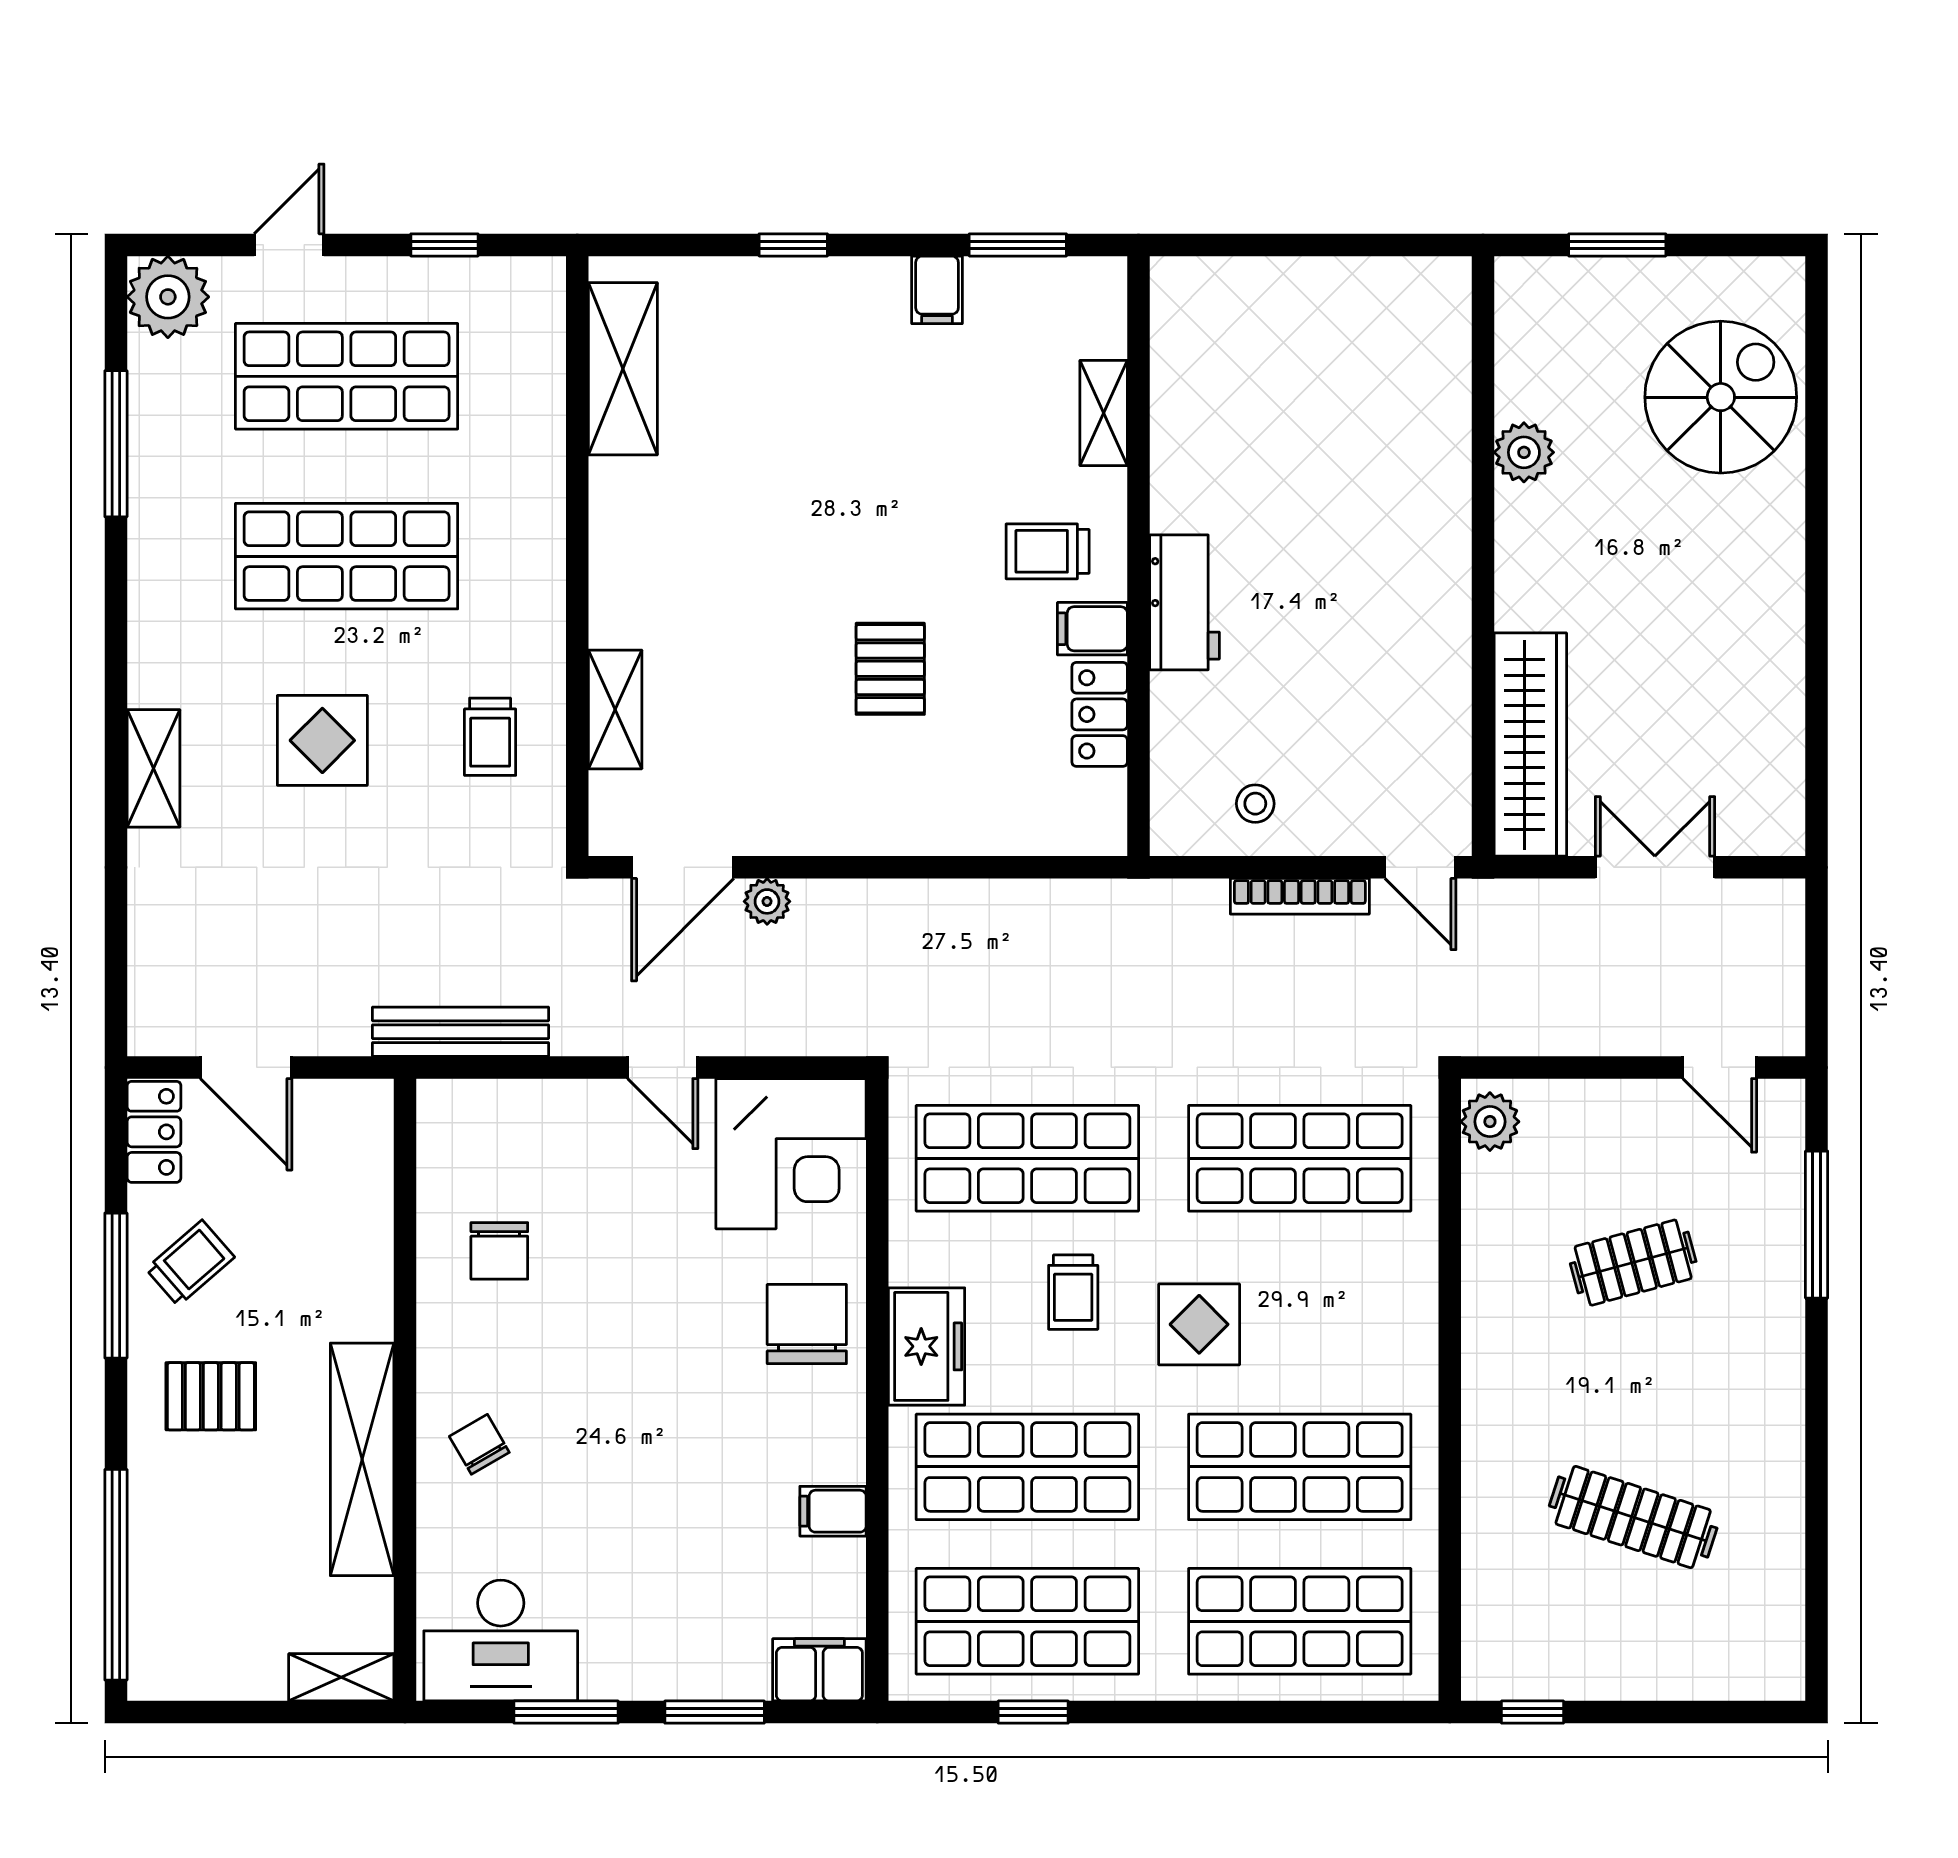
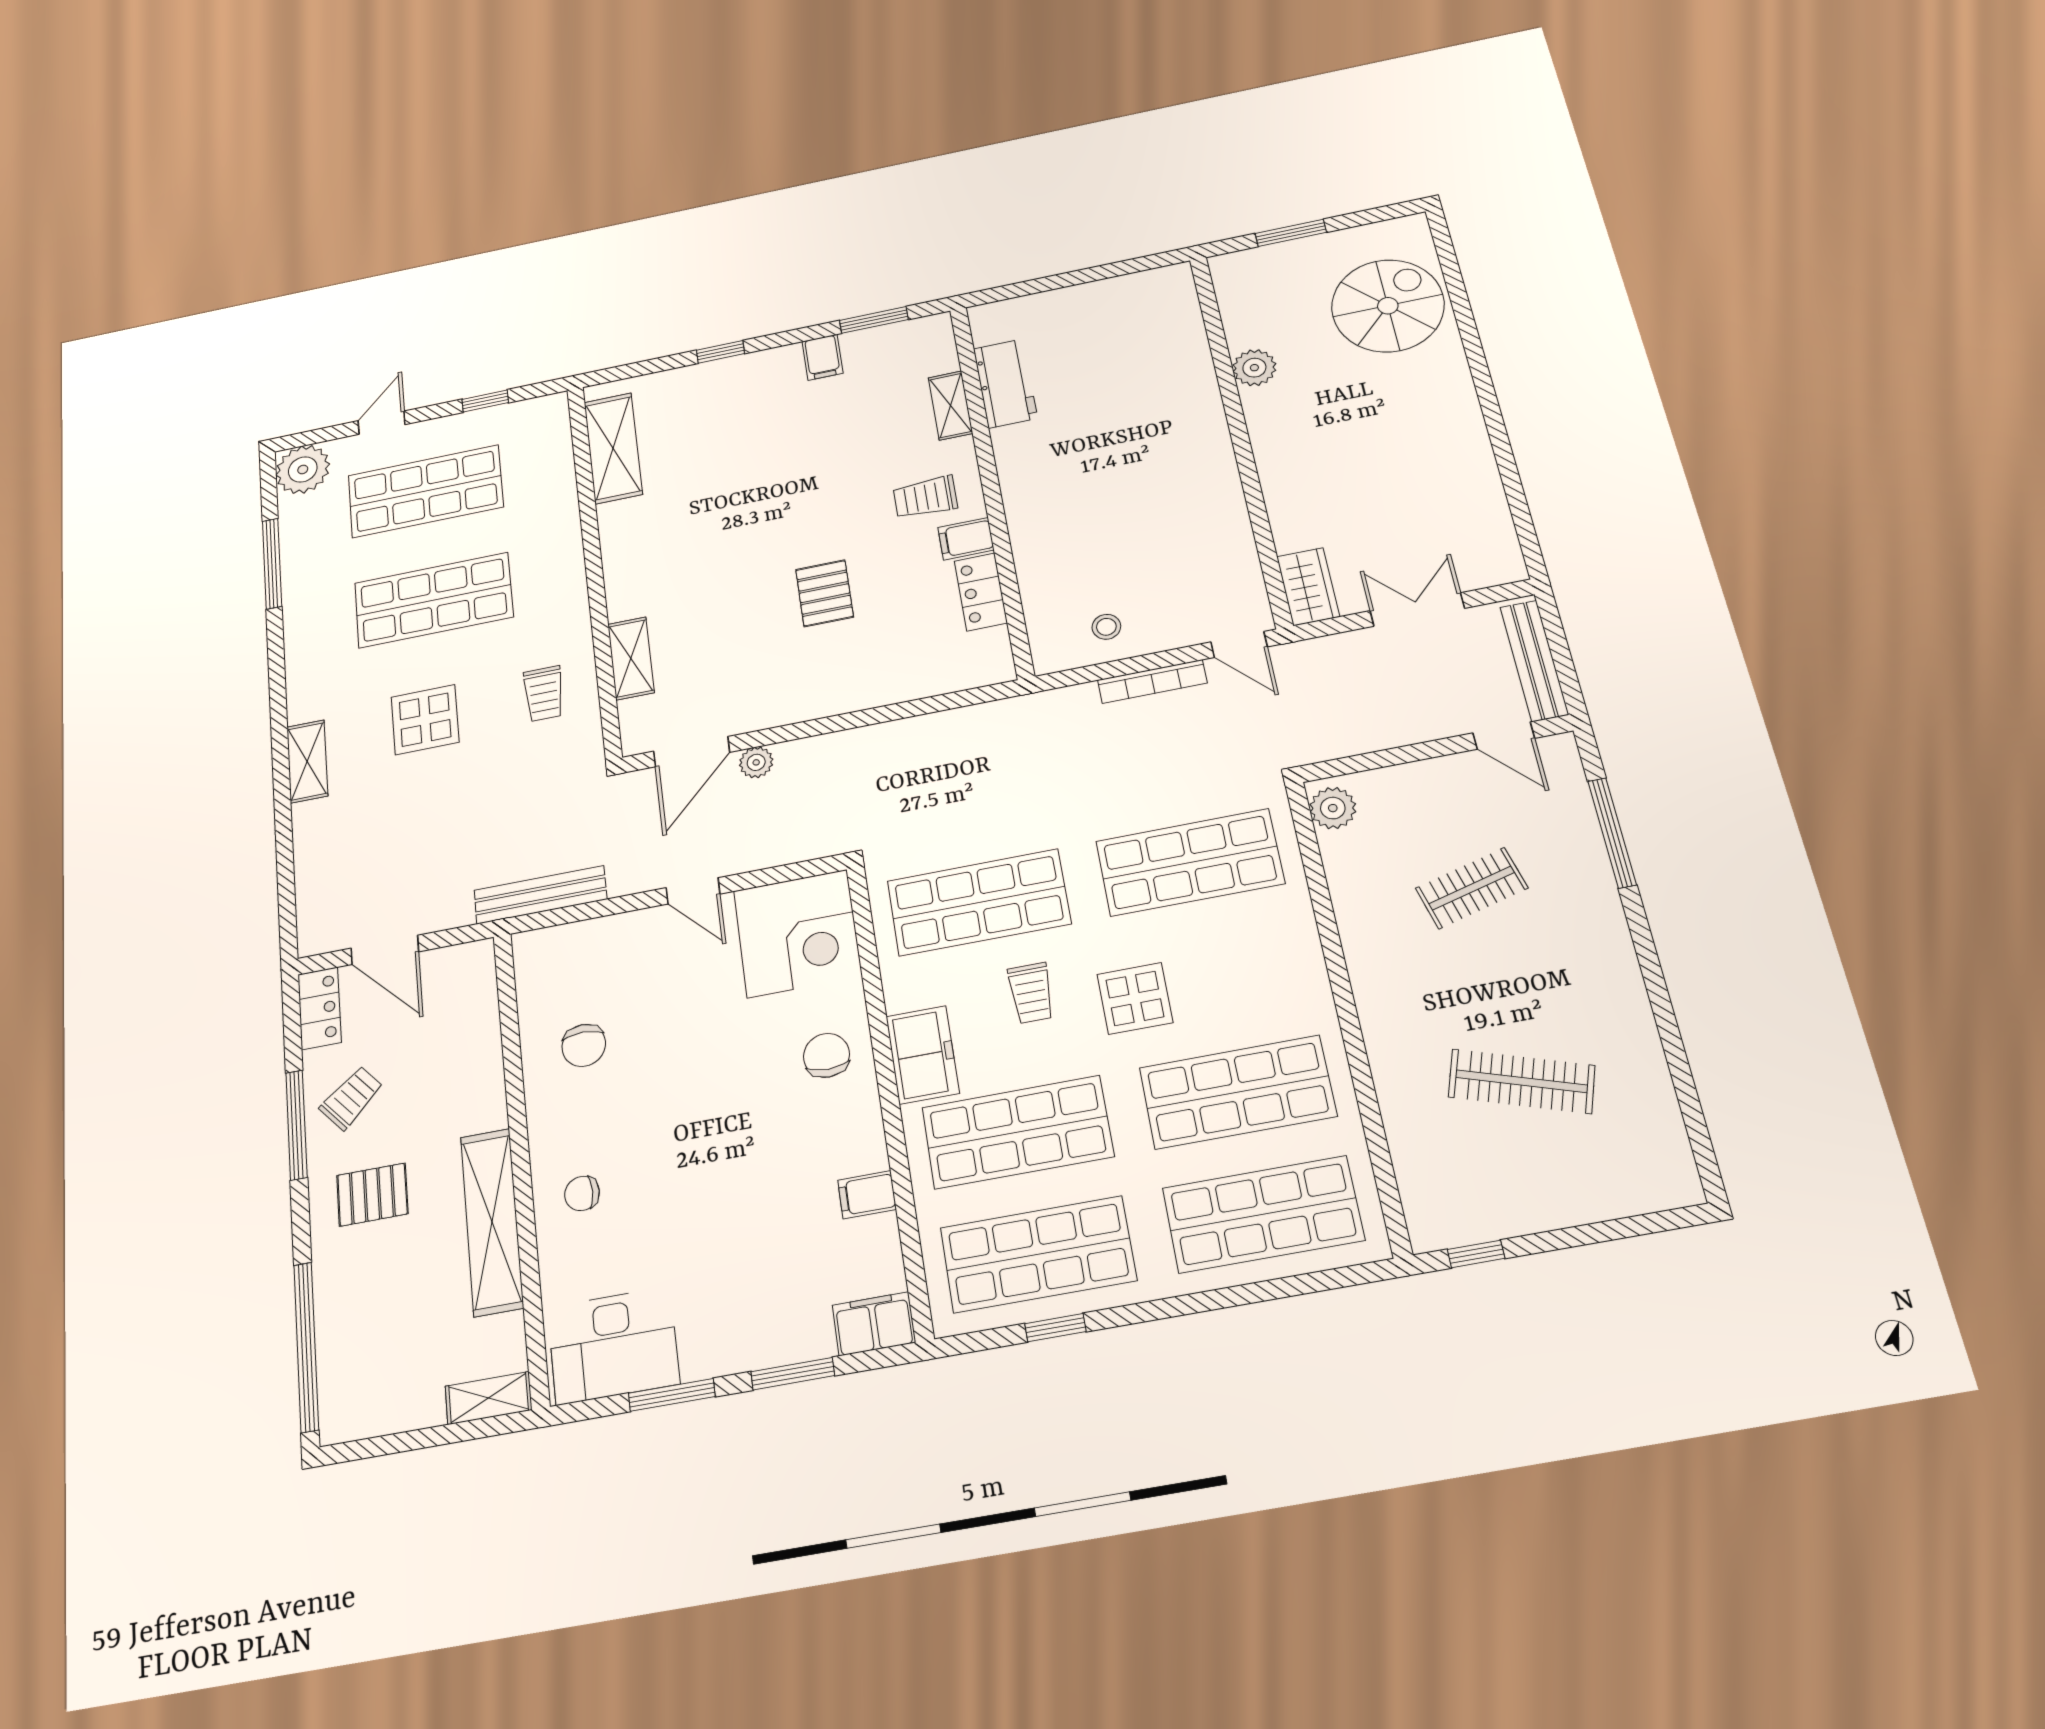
workbench: (1184, 602) -> (1005, 383), moved
wardrobe: (1530, 745) -> (1308, 587), width x0.48, depth x0.85
bench: (1782, 972) -> (1534, 661), added
chair: (807, 1324) -> (826, 1055), width x0.73, depth x0.73
chair: (479, 1444) -> (582, 1193), turned -60

